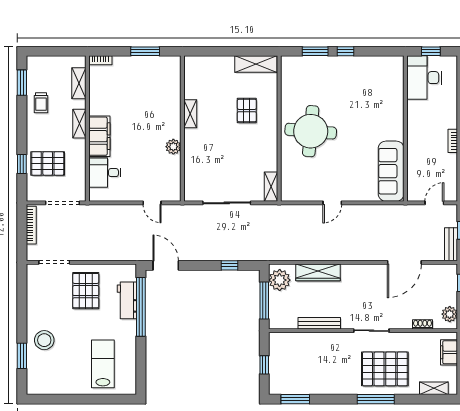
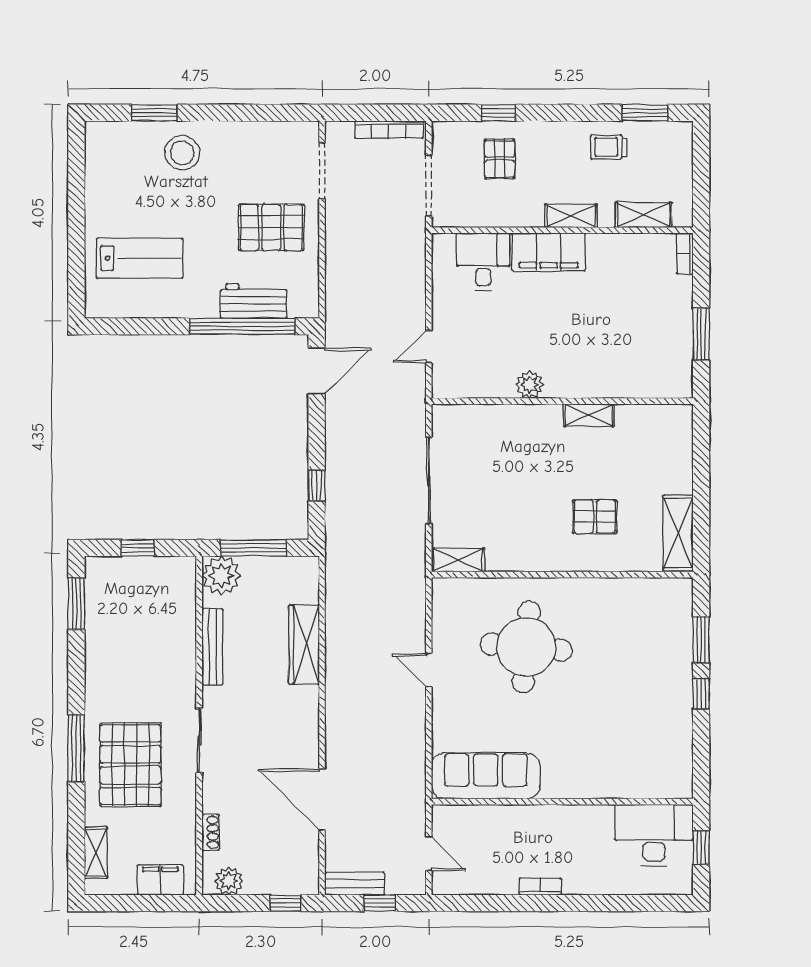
round table: (311, 131) -> (526, 647), moved
pallet: (48, 163) -> (500, 159), width x0.67, depth x0.71
plant: (280, 280) -> (221, 575), moved

